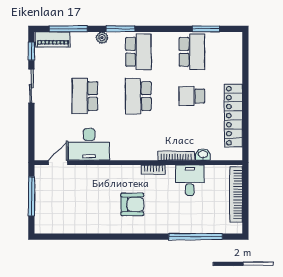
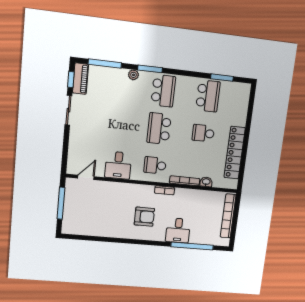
piano: (53, 39) -> (80, 79), moved, turned -90
school desk: (85, 96) -> (155, 165), moved, width x0.54
desk: (89, 144) -> (118, 165), width x0.73
desk: (190, 180) -> (178, 230), moved, turned 180

